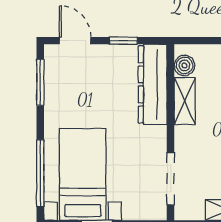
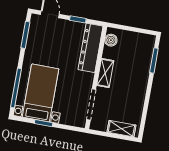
shelving: (185, 101) -> (105, 73), moved

